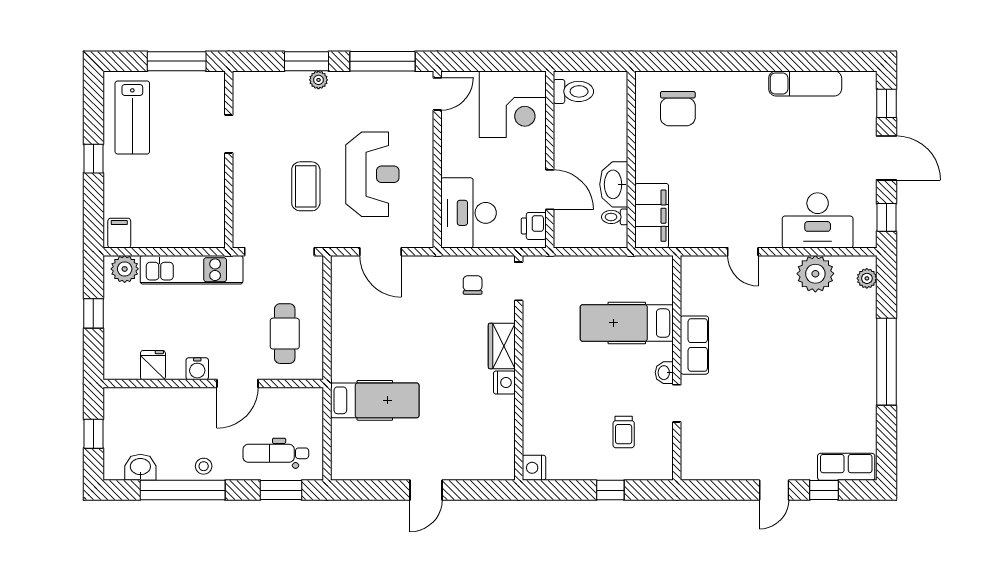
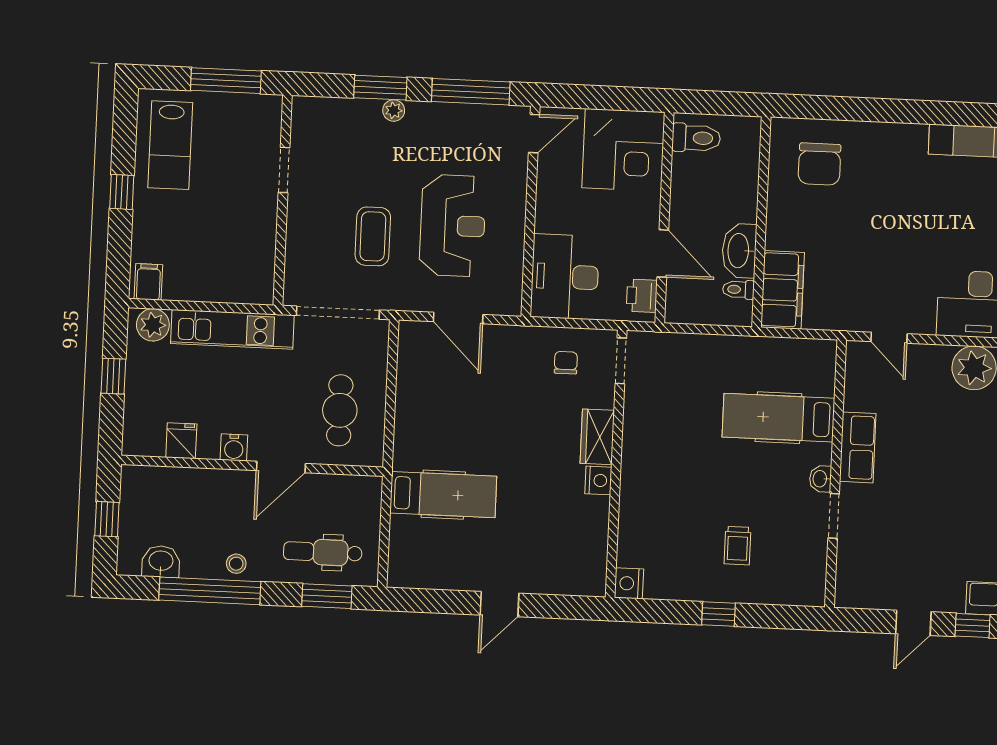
hospital bed: (627, 323) -> (778, 418), moved
row of seats: (694, 345) -> (858, 447), moved
wall: (677, 368) -> (836, 474), moved
washbasin: (664, 373) -> (820, 479), moved
doorway: (677, 403) -> (834, 516), moved

